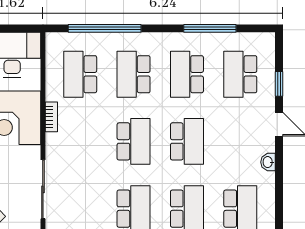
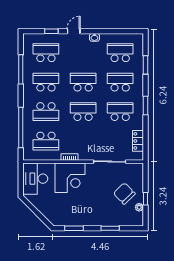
school desk: (187, 74) -> (46, 82), turned 180
school desk: (240, 74) -> (46, 53), turned 180

